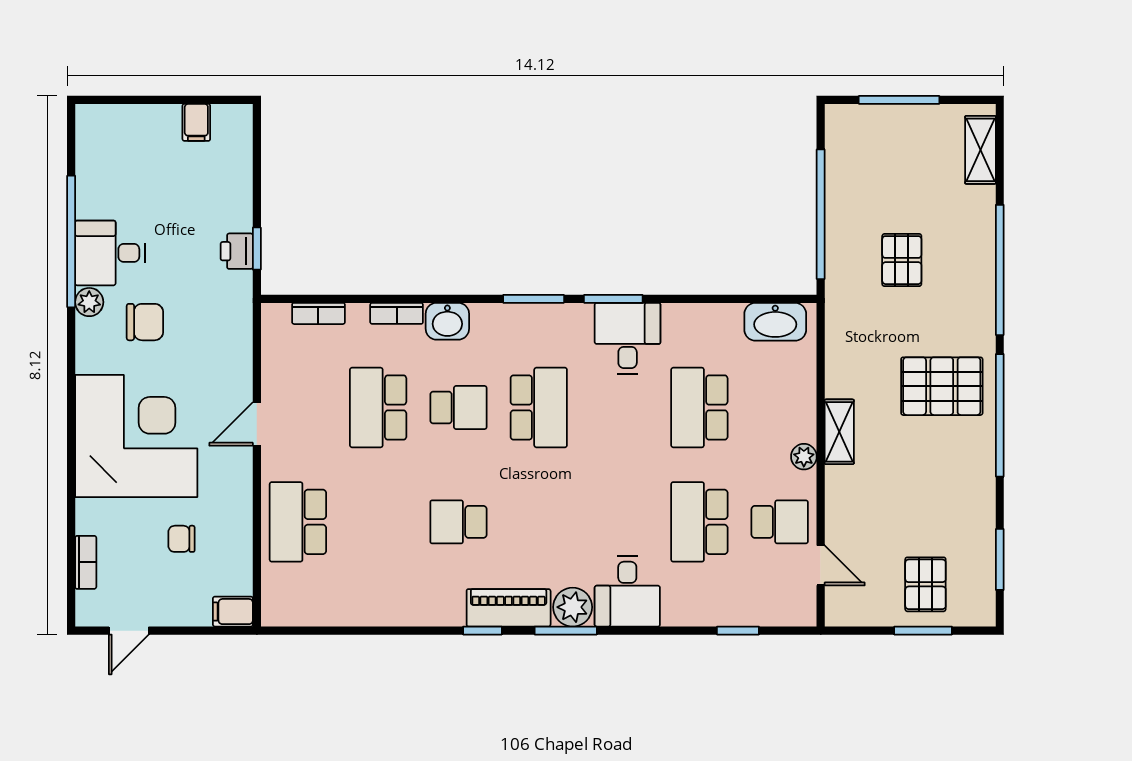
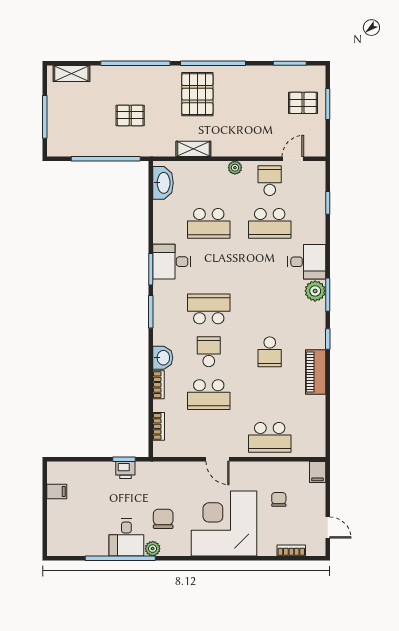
shelving: (839, 432) -> (193, 149), moved
chair: (181, 539) -> (279, 499), turned 180
piano: (509, 608) -> (316, 372), moved

